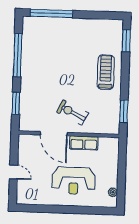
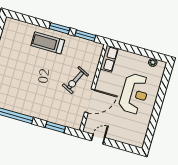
window: (126, 41) -> (60, 28), moved
row of seats: (84, 143) -> (109, 59), moved
door: (14, 172) -> (98, 139), moved

